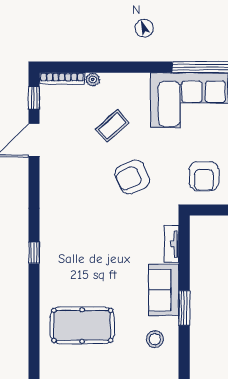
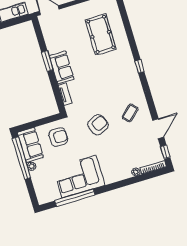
coffee table: (112, 126) -> (130, 113), moved
armchair: (204, 176) -> (58, 137), turned 90
pool table: (82, 325) -> (101, 34), turned 90
stool: (155, 339) -> (58, 39), removed

